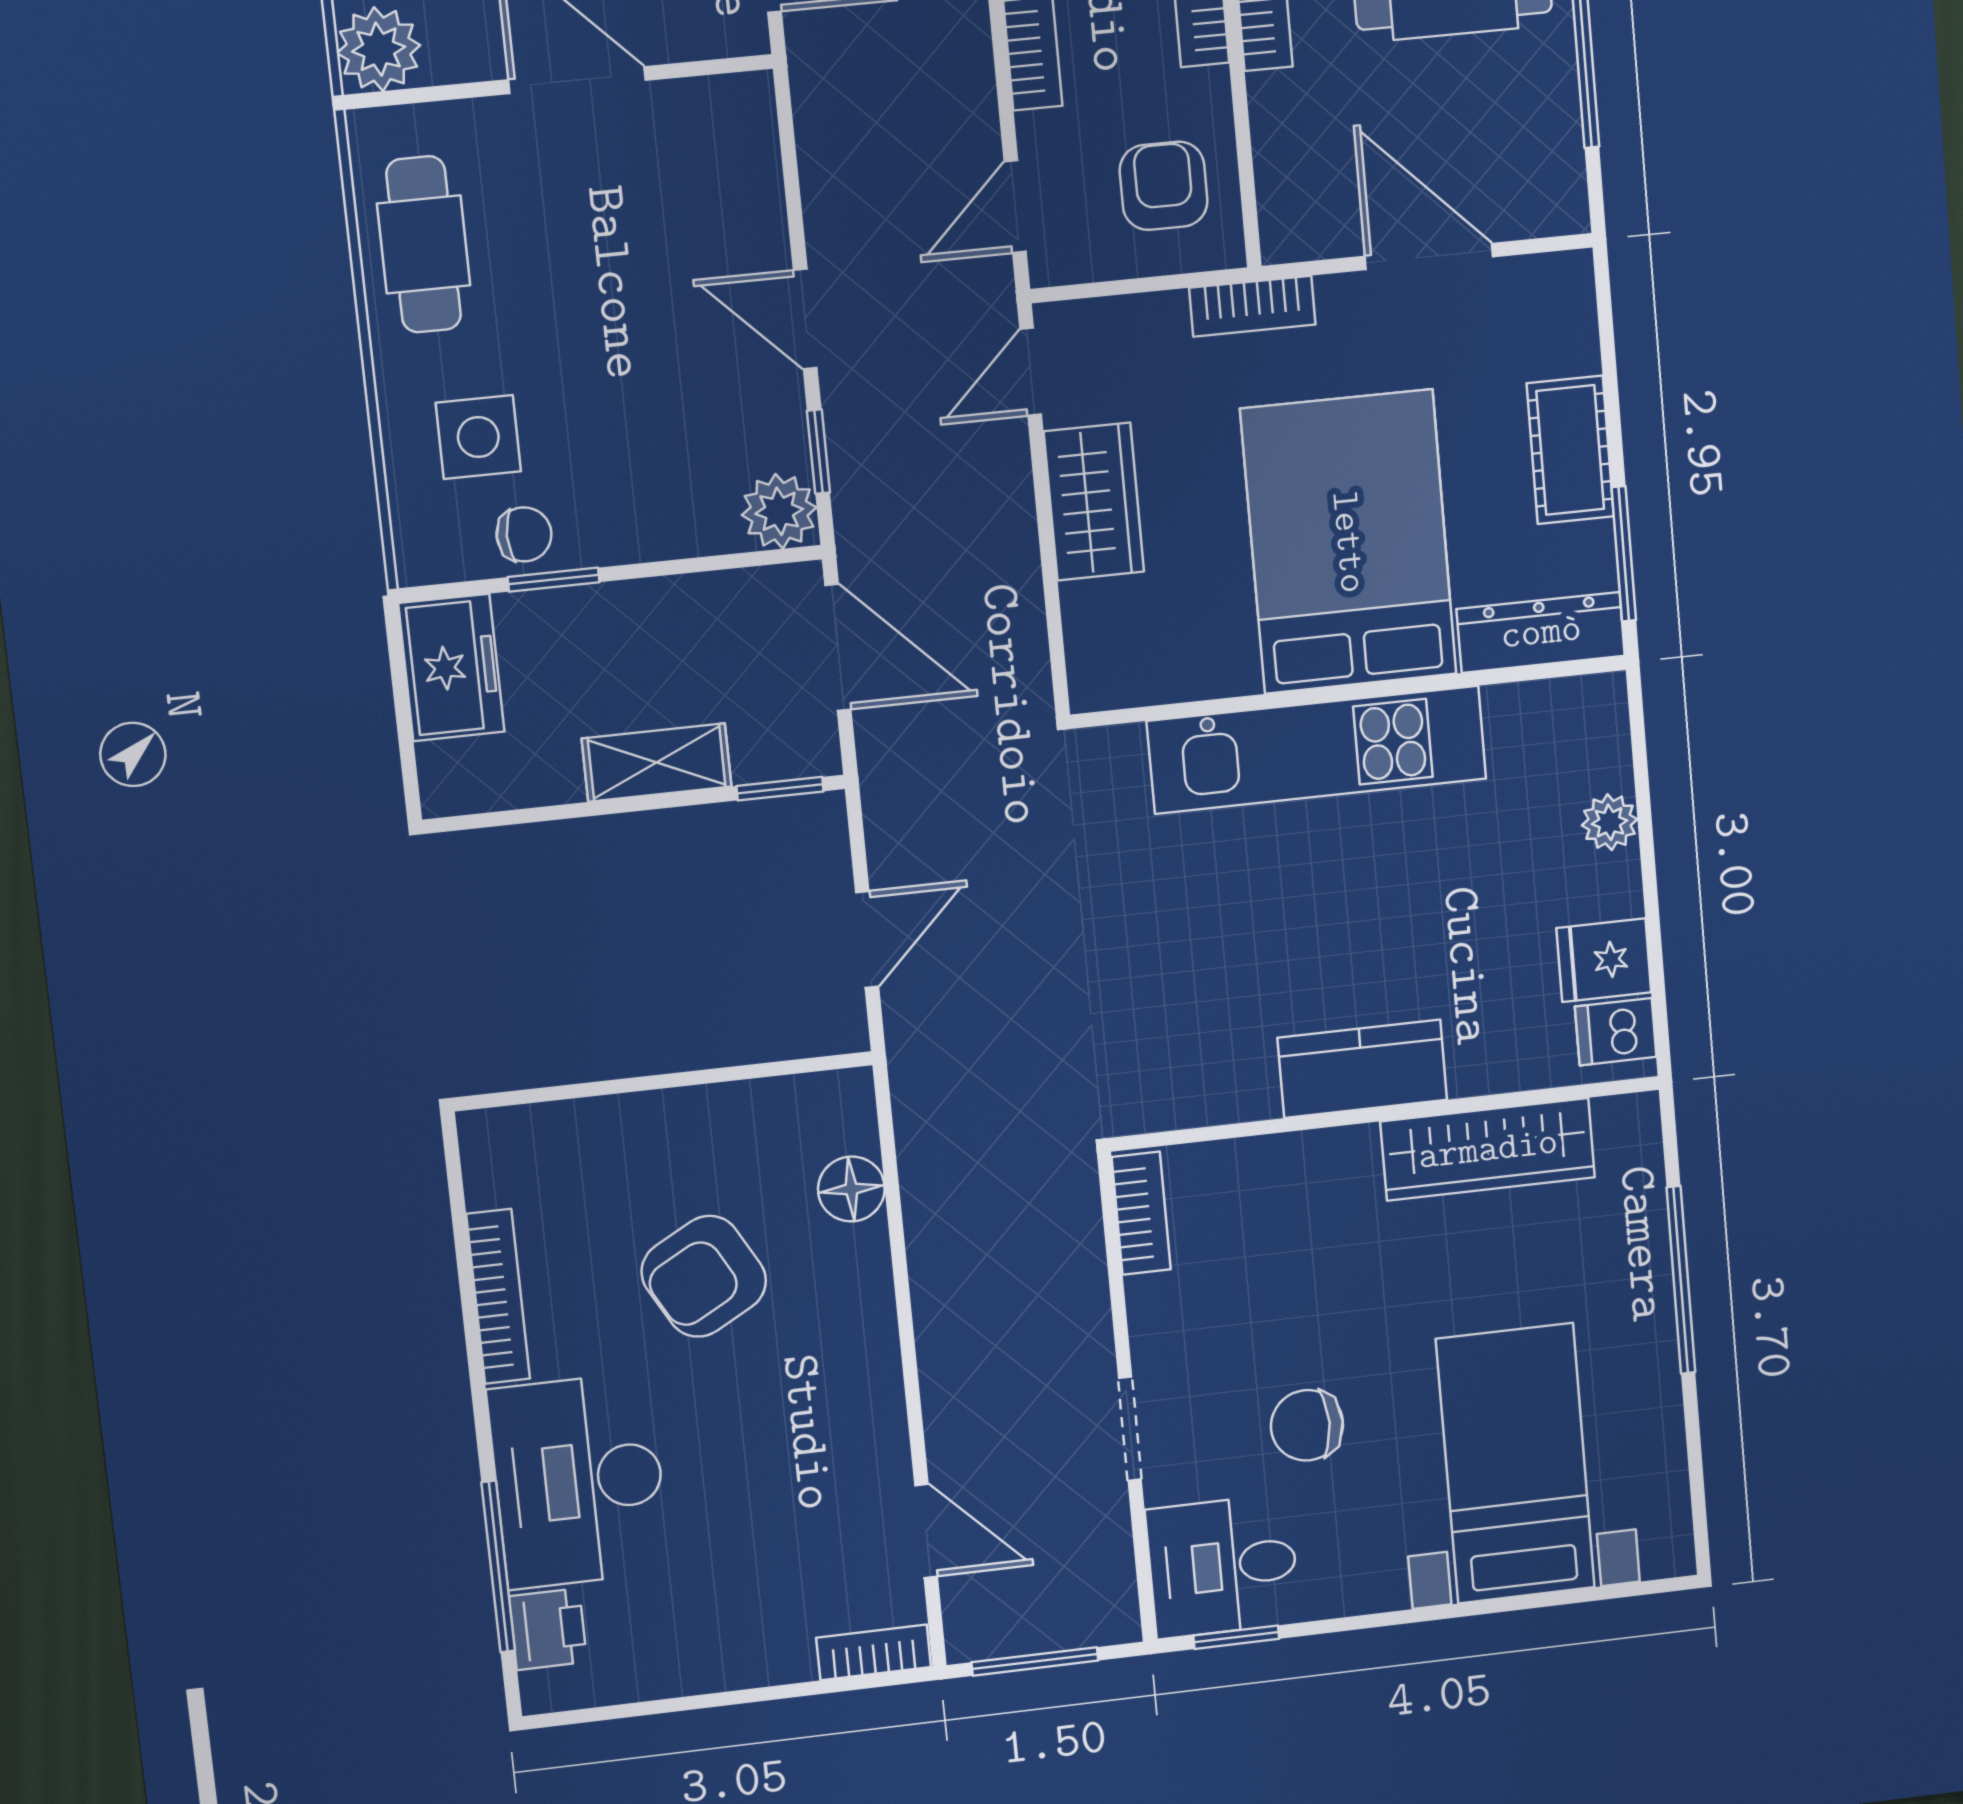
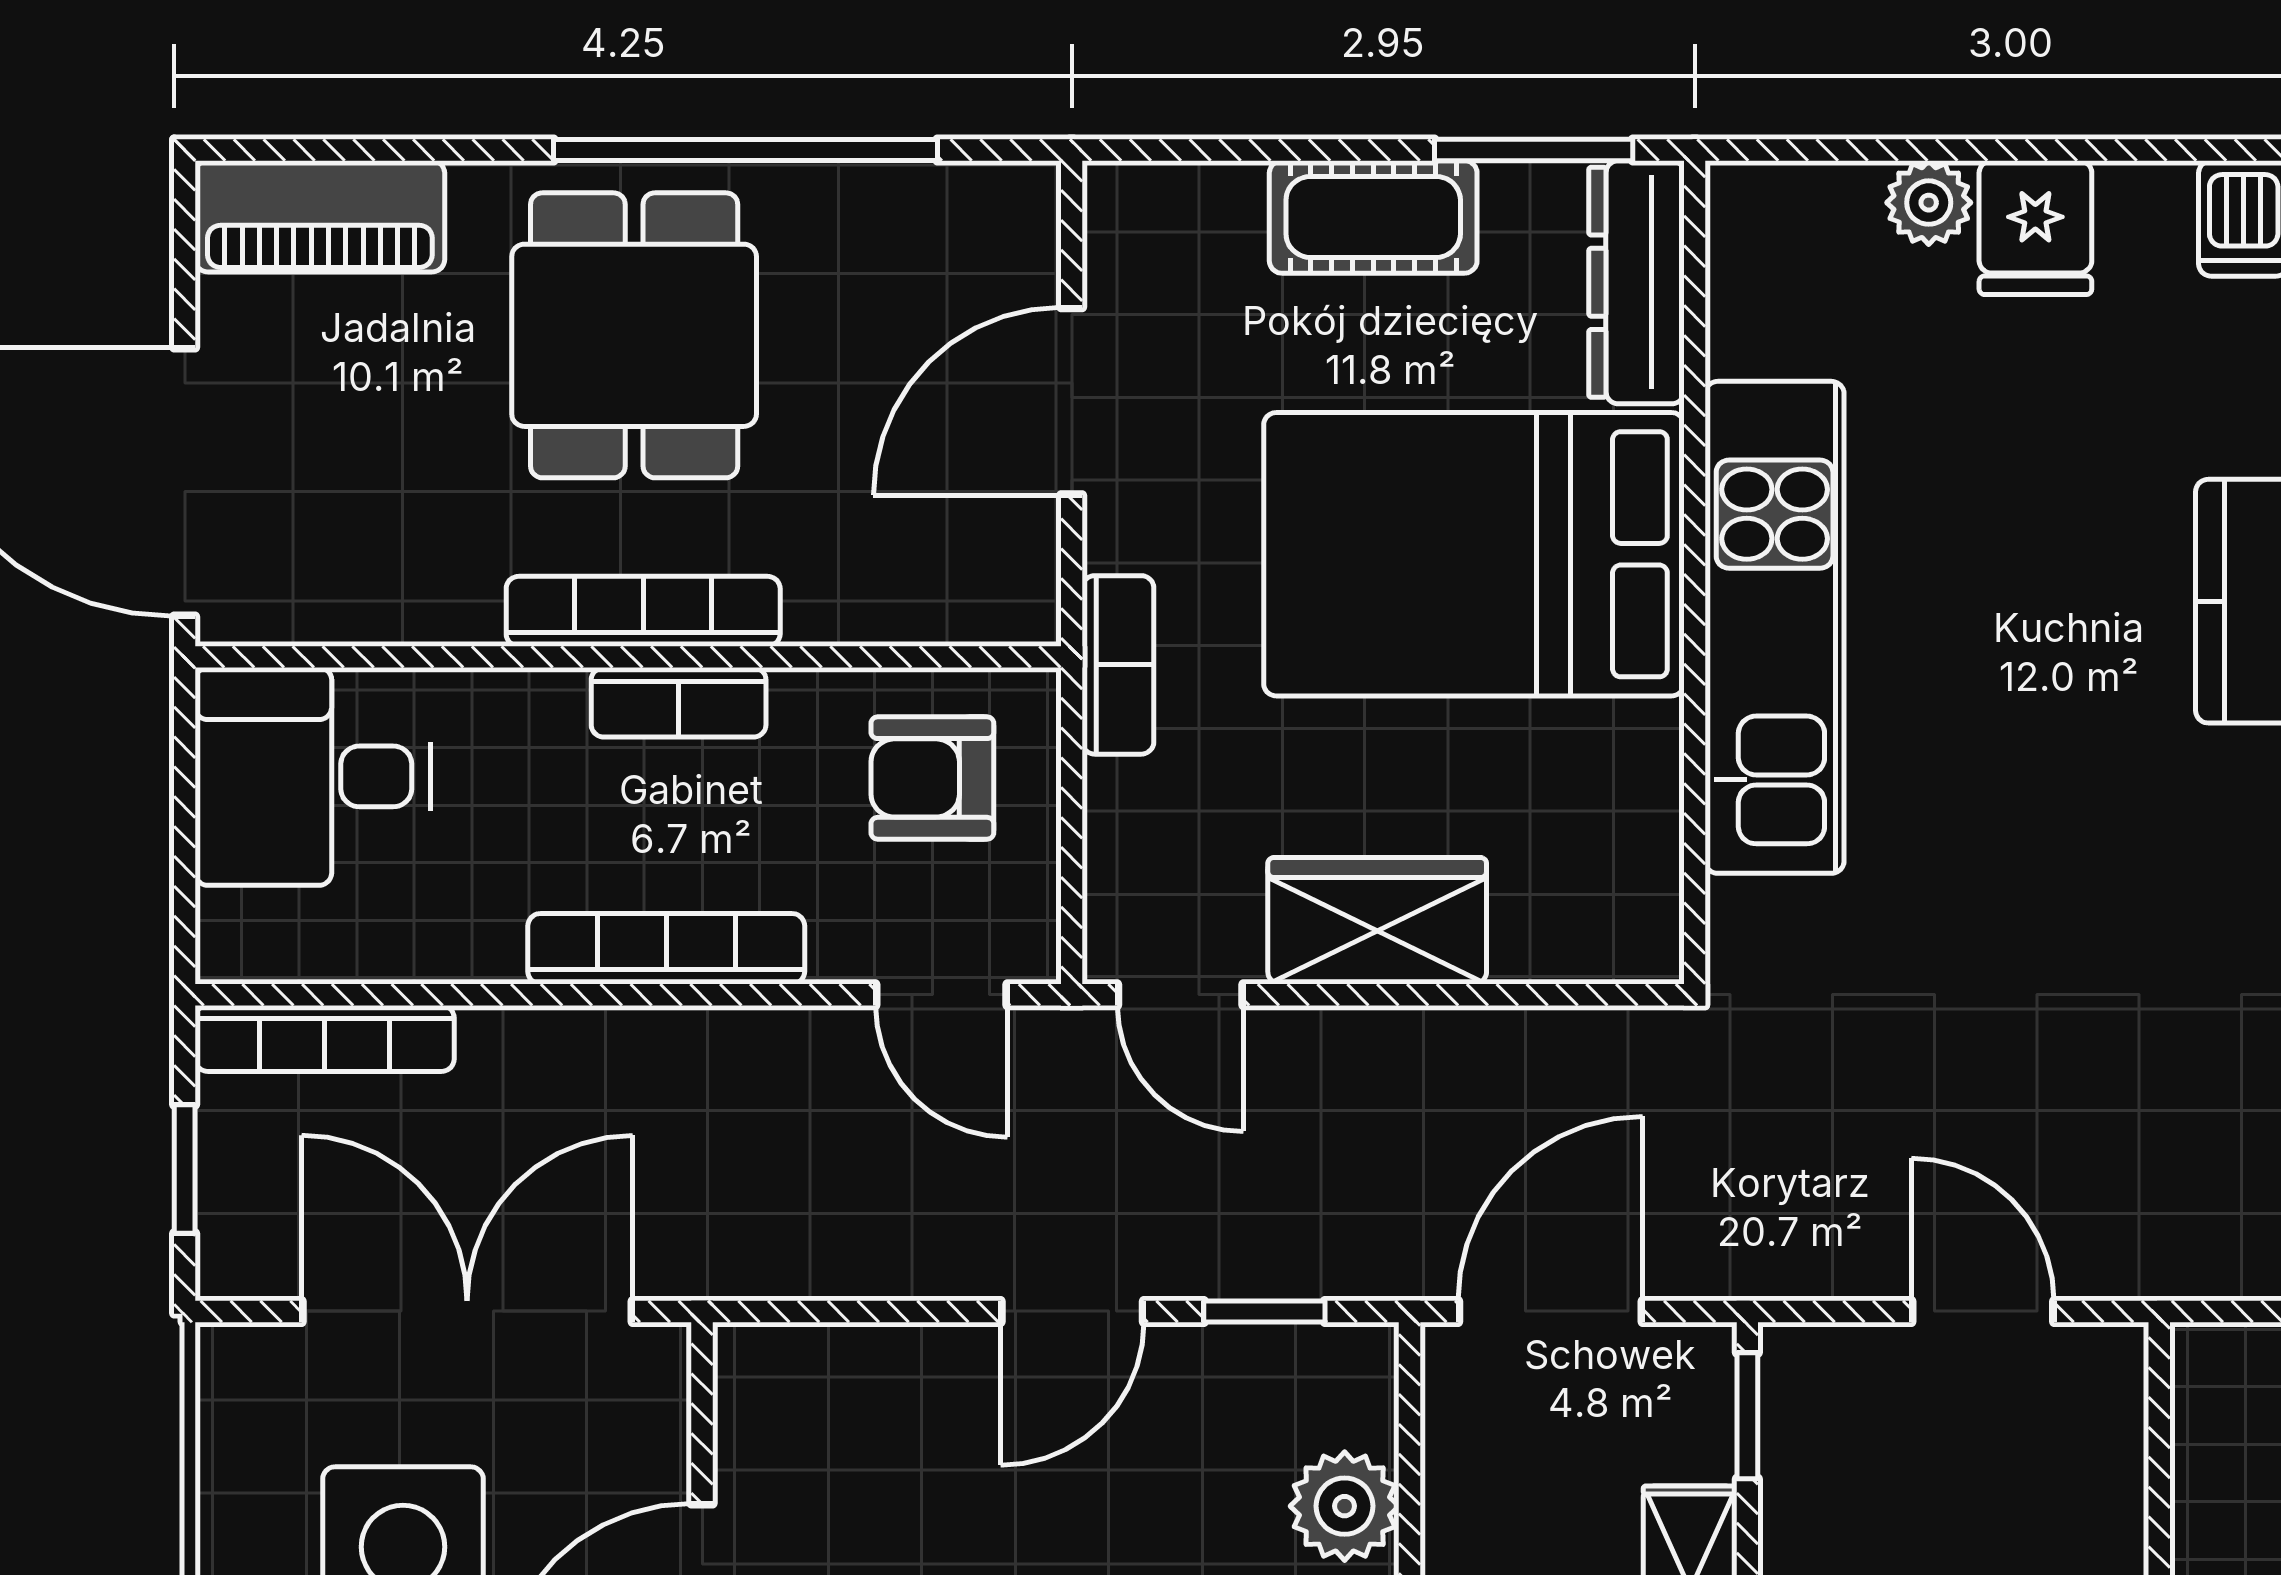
plant: (779, 511) -> (1345, 1506), moved
fridge: (1604, 960) -> (2035, 228), moved

